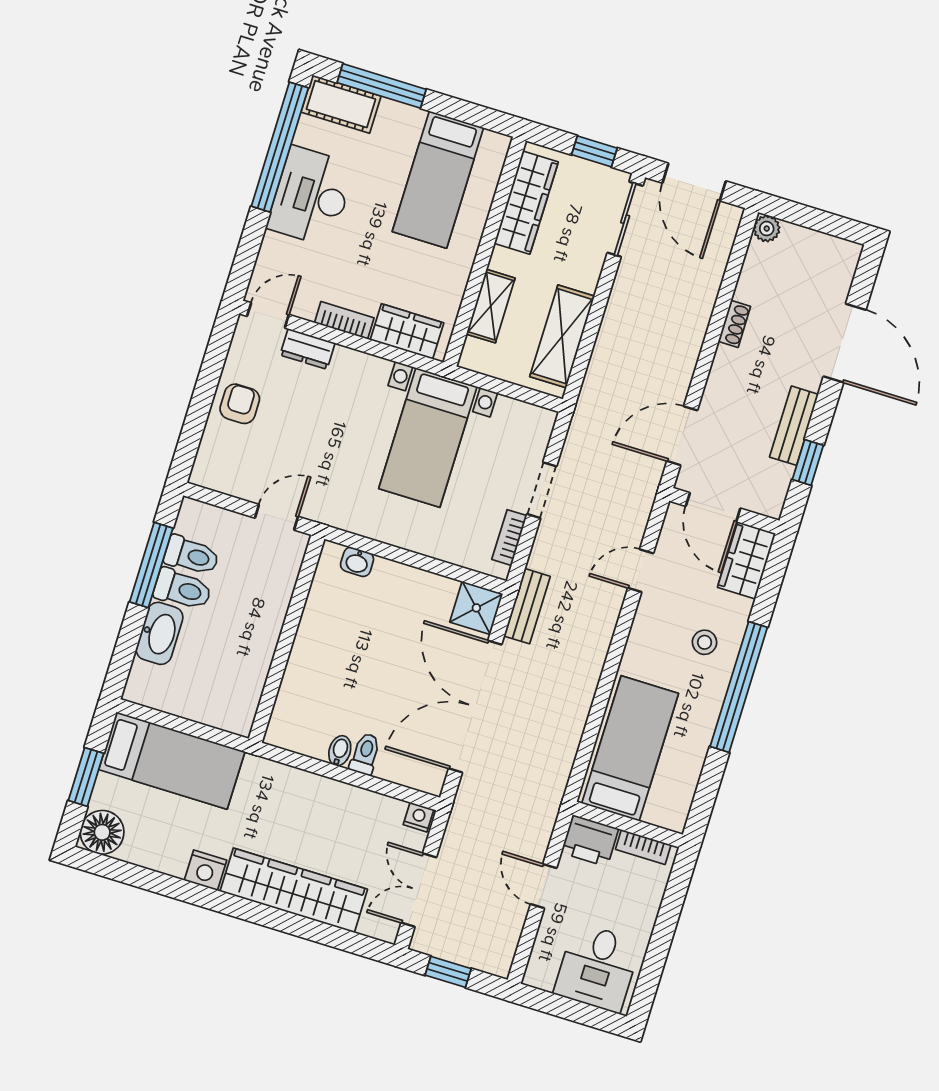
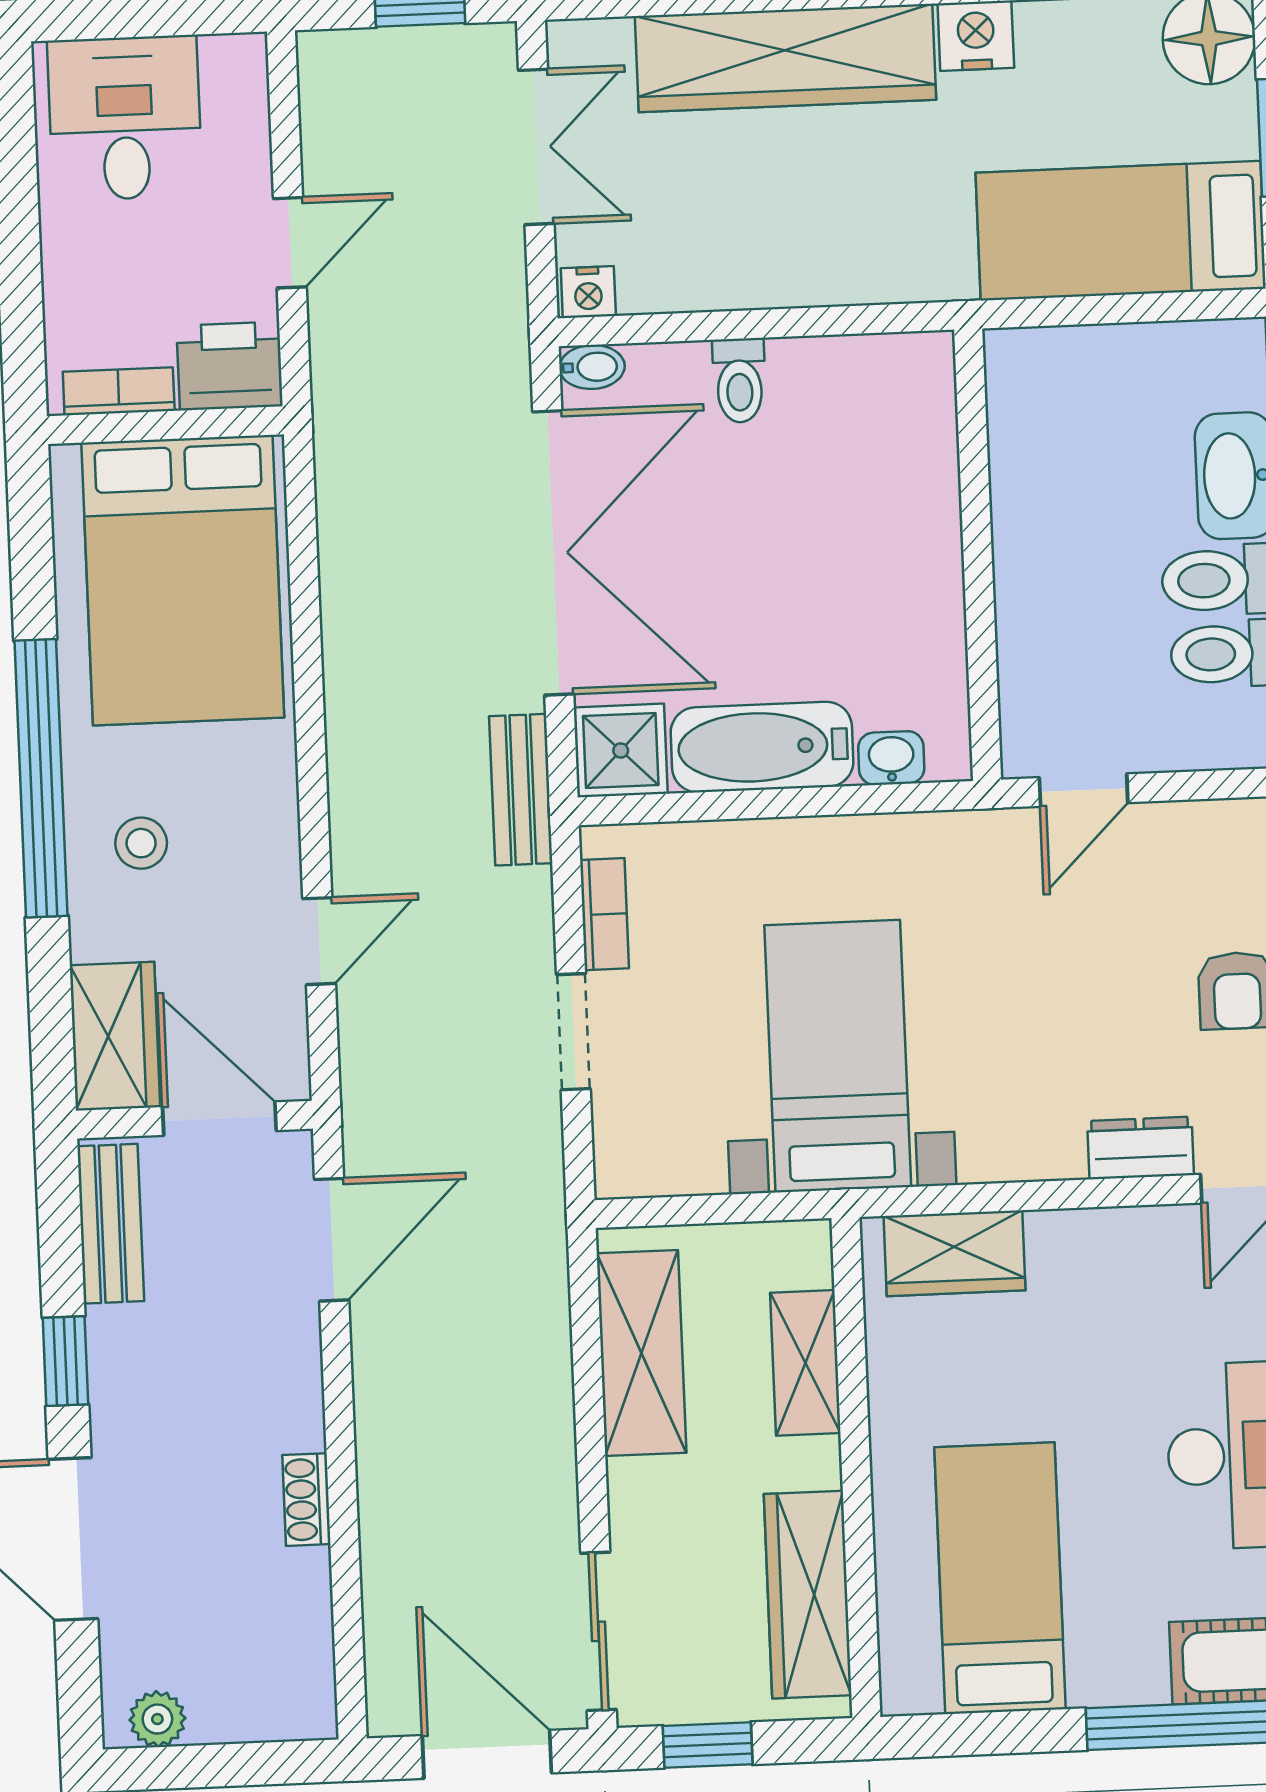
plant: (767, 229) -> (157, 1719), moved
bookcase: (344, 320) -> (1088, 1231), removed
bench: (794, 426) -> (111, 1224), moved
window: (808, 462) -> (65, 1361), moved
bathtub: (413, 587) -> (762, 747), added
bed: (630, 748) -> (183, 580), width x1.50
bidet: (340, 751) -> (592, 367), moved, turned -90
door: (544, 886) -> (290, 243), hinge flipped

